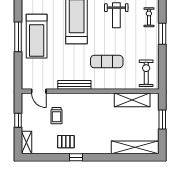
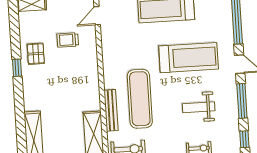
exercise mat: (107, 62) -> (140, 99), width x1.36, depth x1.45
bench: (74, 85) -> (111, 110), moved

